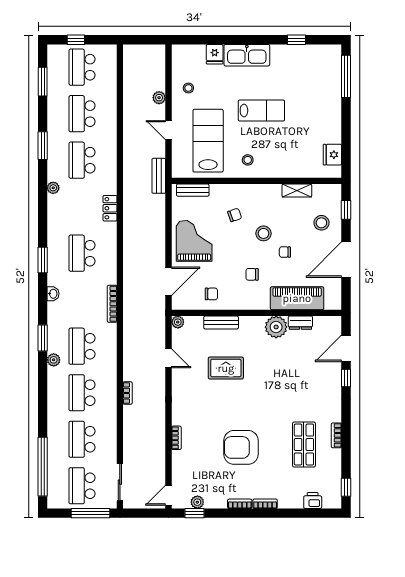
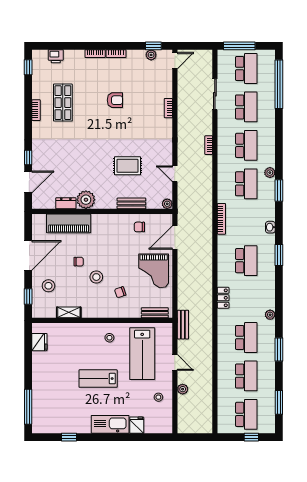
chair: (252, 274) -> (106, 243), removed
armchair: (241, 447) -> (115, 100), width x0.53, depth x0.53
sliding door: (120, 482) -> (215, 94), moved

